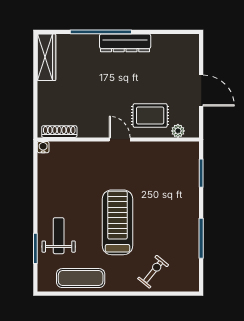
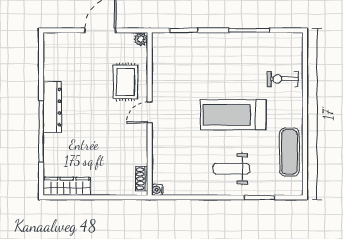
plant: (178, 131) -> (141, 39), moved
shoe rack: (59, 132) -> (142, 179), width x0.70
weight bench: (59, 236) -> (231, 169), moved
exercise bike: (153, 272) -> (283, 79), turned -39

